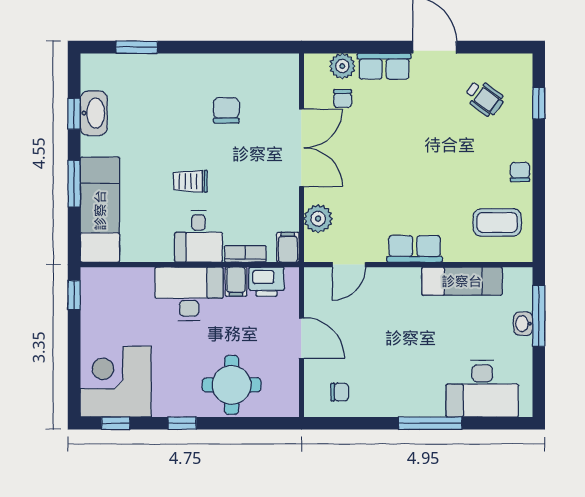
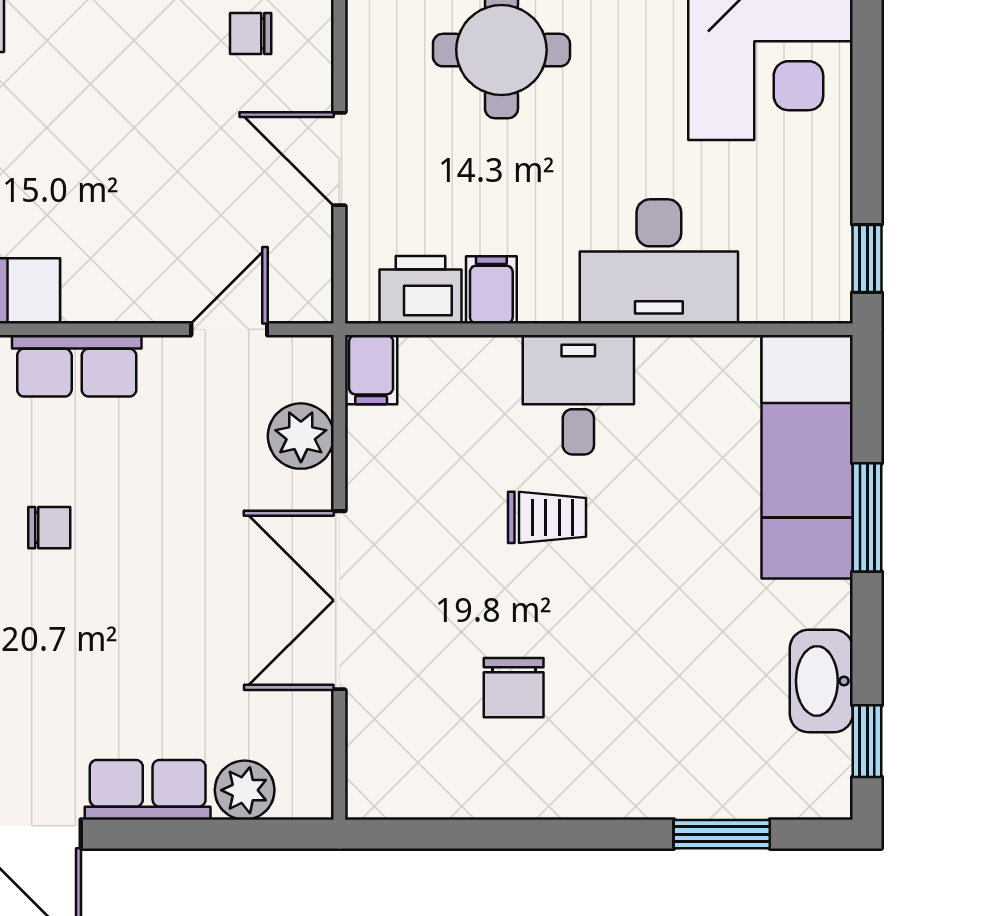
chair: (343, 99) -> (49, 528), moved, turned 90
window: (74, 114) -> (867, 741), moved
trolley: (190, 181) -> (547, 517), moved
bookcase: (245, 254) -> (470, 354), removed
desk: (189, 294) -> (659, 261), moved

